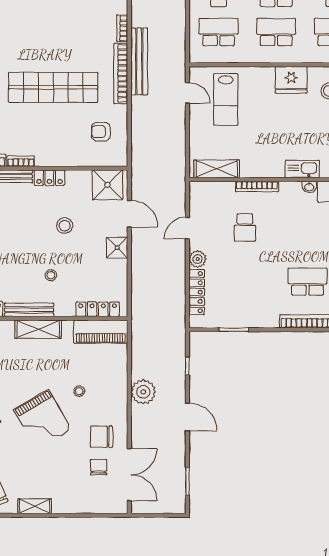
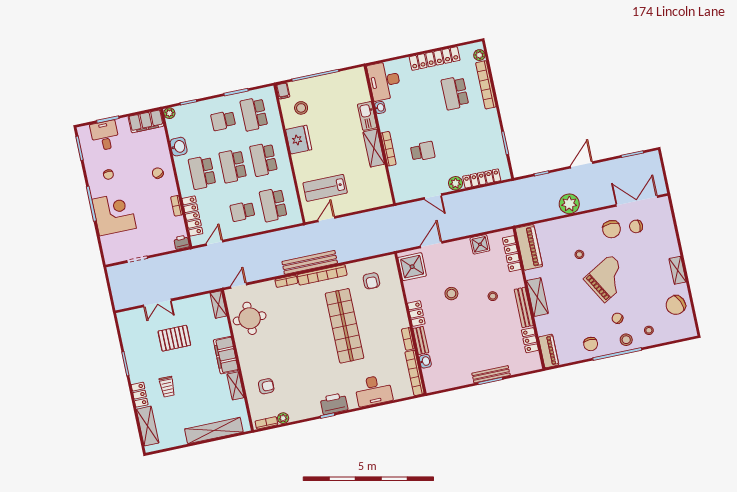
lab bench: (226, 99) -> (325, 188), turned 180
shelving: (217, 169) -> (374, 148), moved
shower: (117, 248) -> (480, 244), moved

